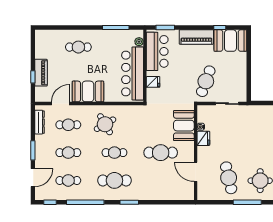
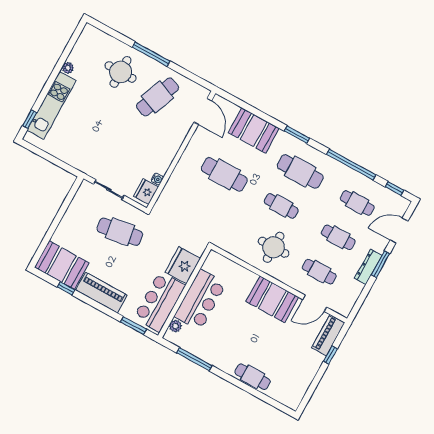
cafe table: (78, 47) -> (253, 377), moved
piano: (41, 73) -> (328, 335), moved
bar counter: (133, 74) -> (200, 300), width x0.73
cafe table: (206, 81) -> (120, 232), turned 61
fridge: (153, 82) -> (183, 265), width x1.88, depth x1.34
dresser: (40, 122) -> (368, 267), moved
round table: (105, 124) -> (274, 247), turned 30
booth: (184, 126) -> (254, 130), moved, turned 90
fridge: (203, 138) -> (146, 192), moved
door: (196, 172) -> (203, 111), moved
cafe table: (229, 178) -> (158, 97), turned 34

